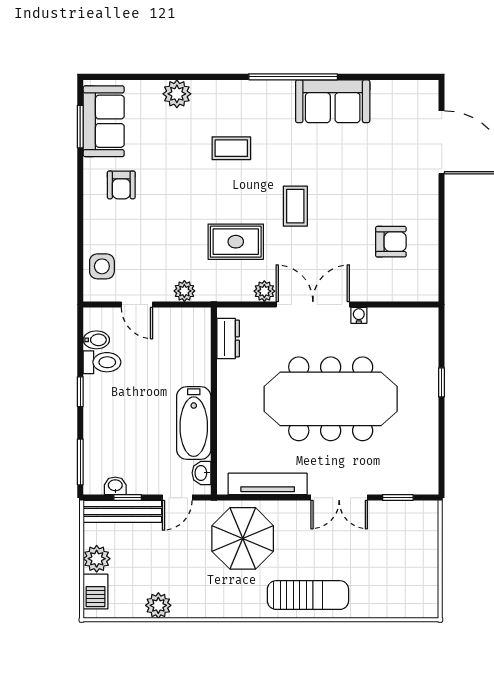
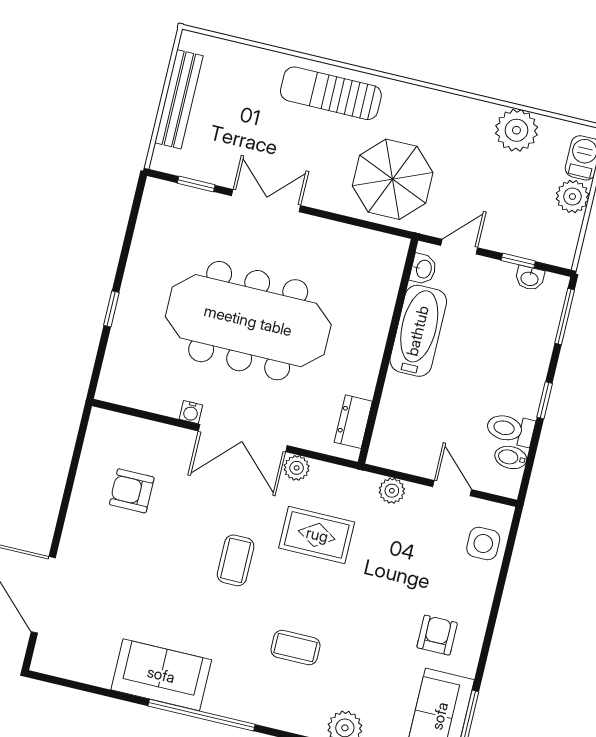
tv unit: (268, 484) -> (347, 237), removed
bench: (122, 511) -> (179, 99), moved, turned 90
plant: (158, 605) -> (516, 130), width x1.36, depth x1.36

